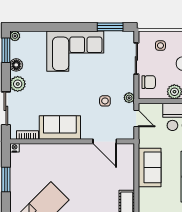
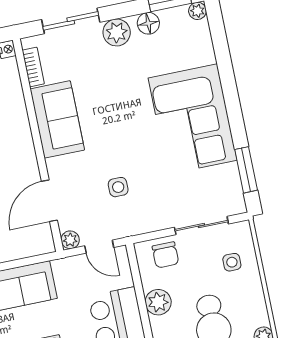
plant: (129, 98) -> (70, 240), moved
door: (136, 119) -> (99, 247), hinge flipped

